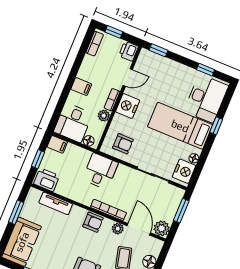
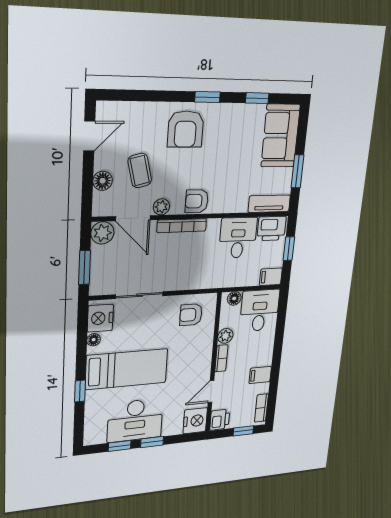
window: (158, 50) -> (152, 442), moved
filing cabinet: (81, 87) -> (260, 375), moved
desk: (206, 98) -> (135, 420), moved, turned -90
nightstand: (128, 106) -> (195, 421), moved
desk: (100, 171) -> (238, 238), moved, turned 180
tv unit: (56, 203) -> (269, 204), moved

